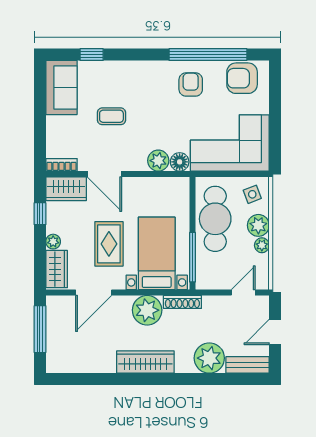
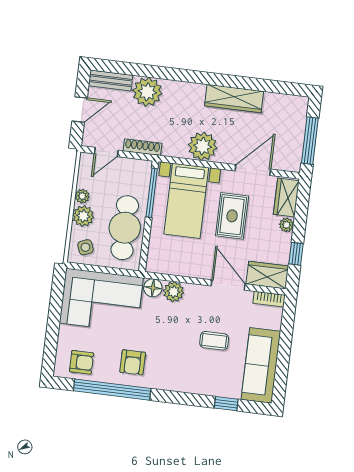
armchair: (242, 78) -> (82, 362), width x0.72, depth x0.72
sofa: (61, 87) -> (261, 365), width x1.36
shoe rack: (182, 302) -> (142, 147), moved
wardrobe: (145, 362) -> (234, 99), moved

